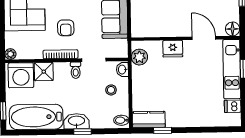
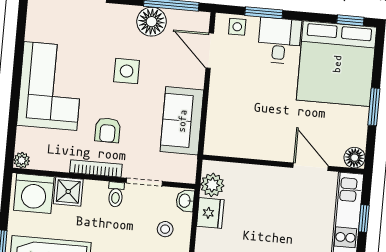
fridge: (173, 49) -> (210, 213), moved, turned -90

